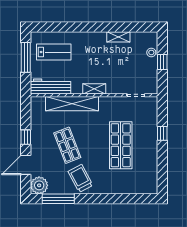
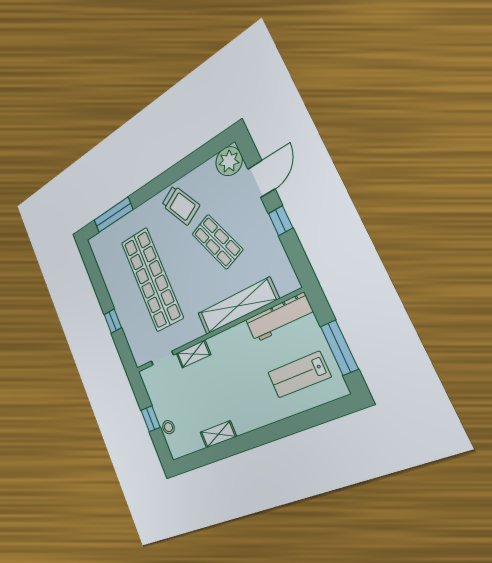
shelving: (94, 89) -> (193, 354), moved
shop shelf: (121, 145) -> (152, 279), width x1.40
window: (58, 199) -> (113, 215), moved

